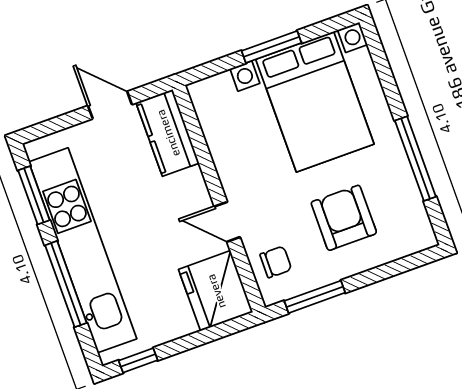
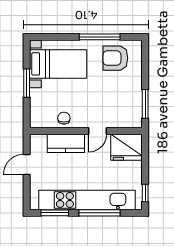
bed with nightstands: (315, 102) -> (58, 64), width x0.73
kitchen counter: (168, 133) -> (66, 143), moved
armchair: (344, 218) -> (115, 58), moved
chair: (276, 262) -> (64, 118), moved

